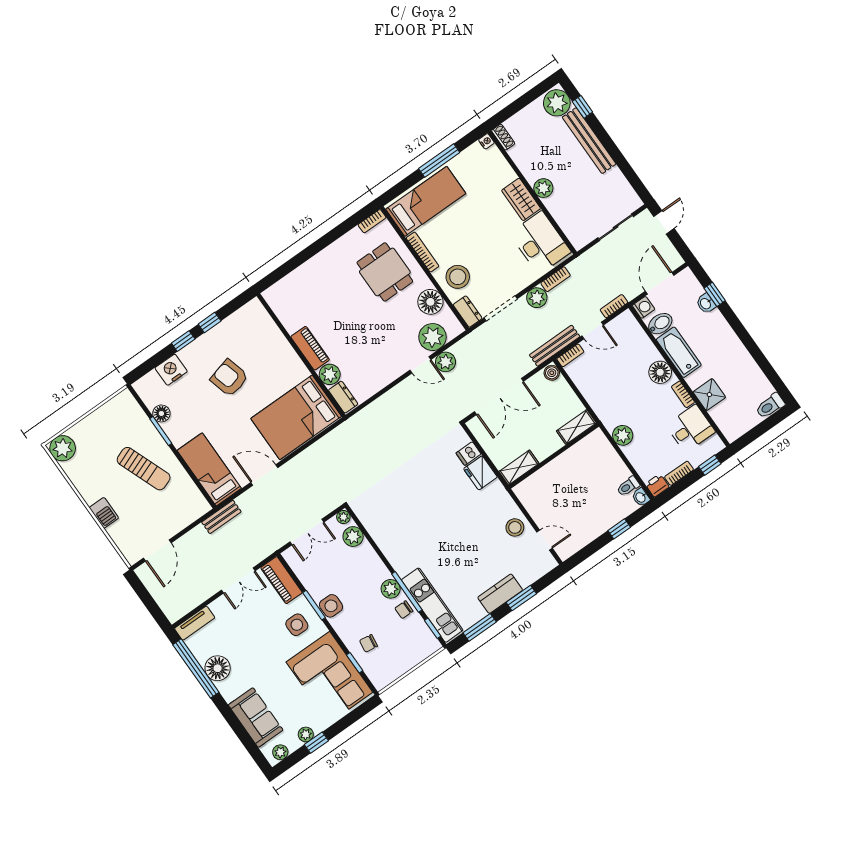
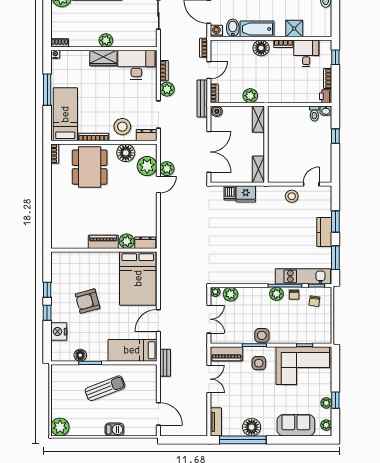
dining table: (385, 272) -> (90, 167), width x1.38
plant: (623, 435) -> (250, 96), moved
chair: (369, 643) -> (314, 301), moved

